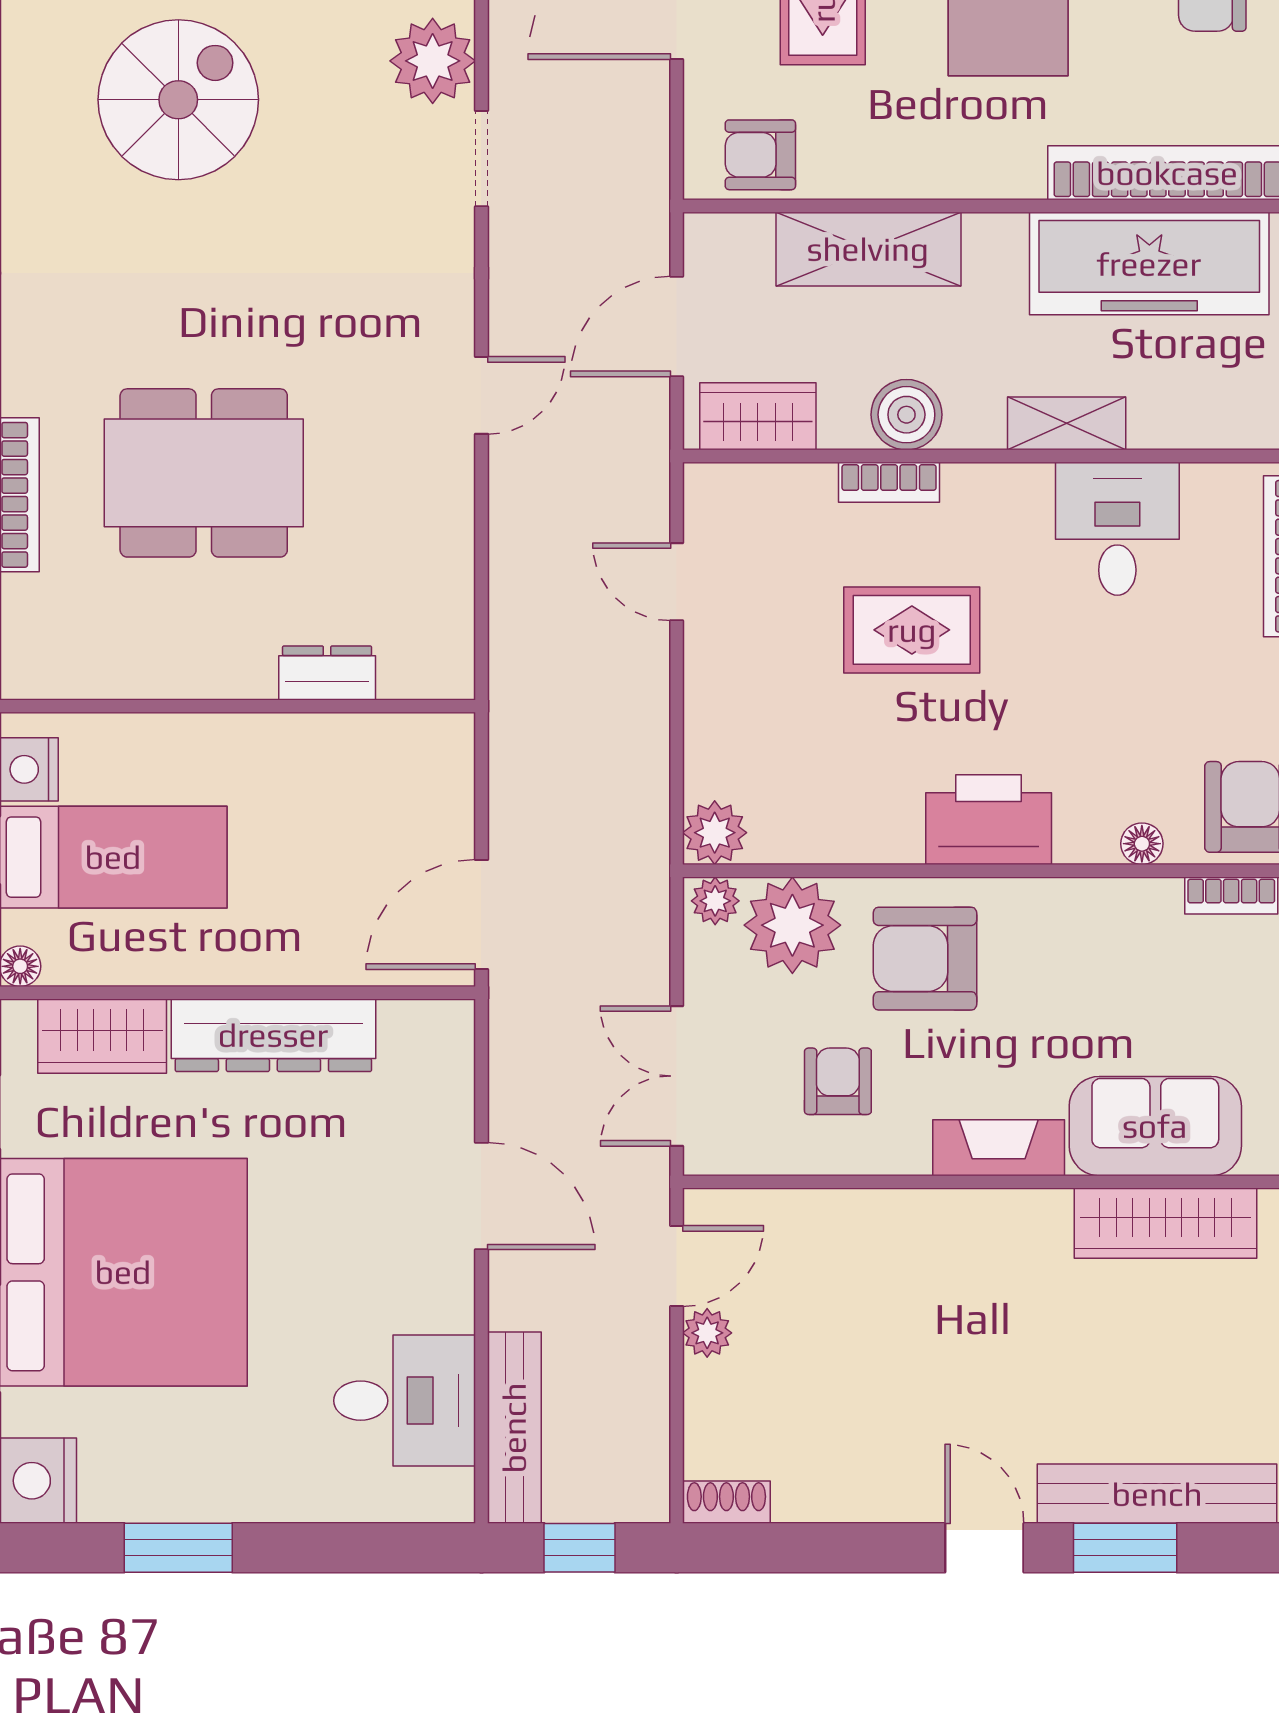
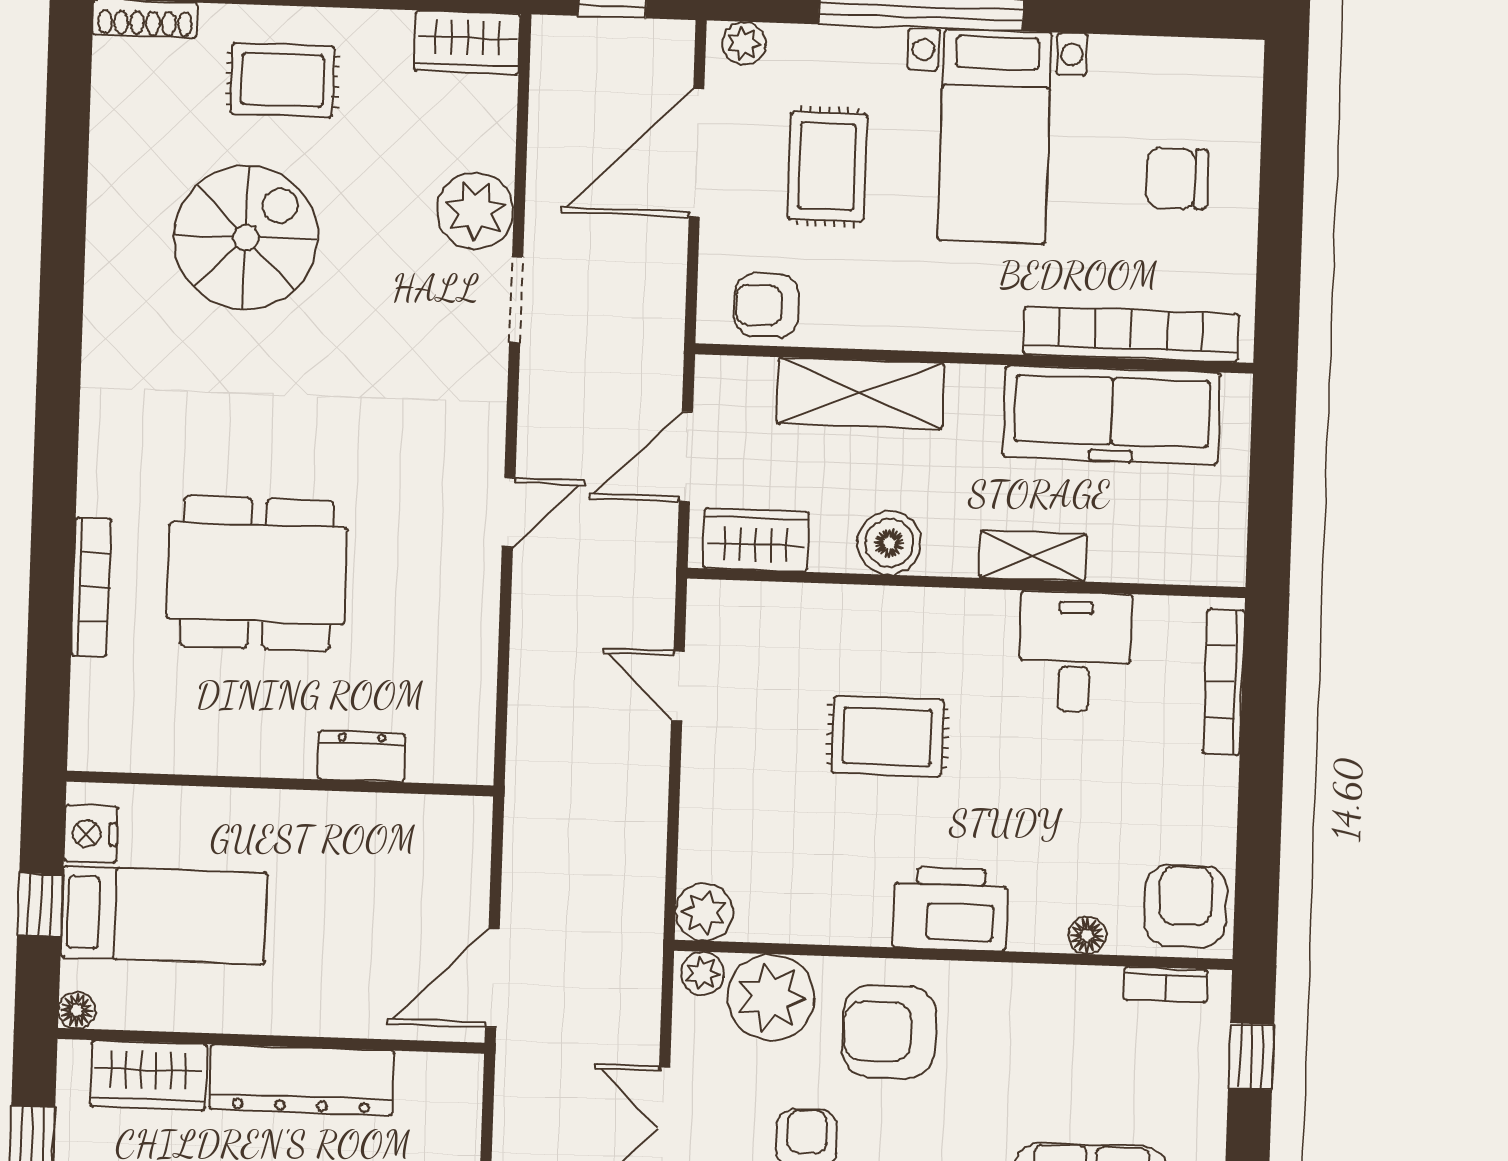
bookcase: (889, 482) -> (872, 603), removed

